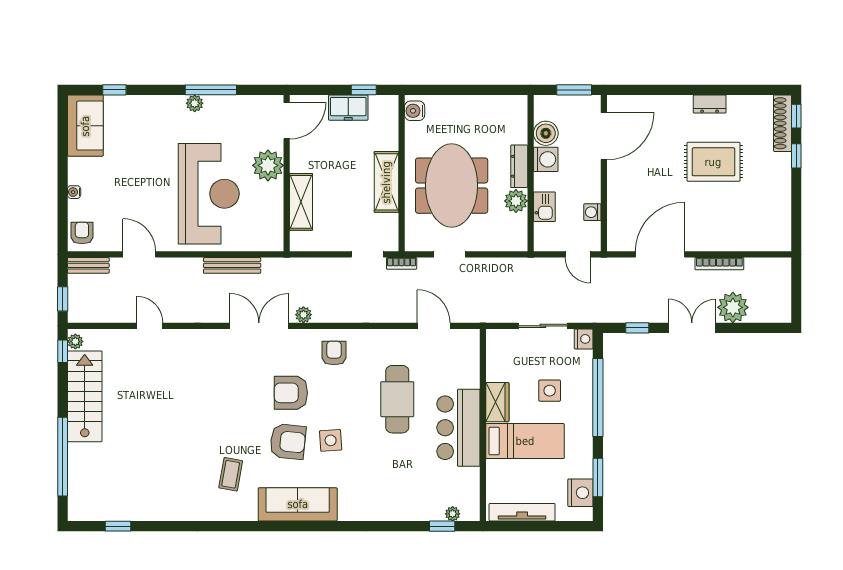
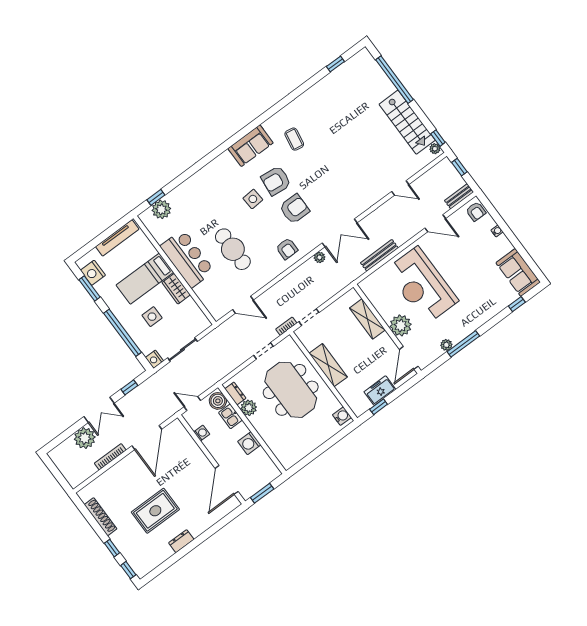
plant: (195, 103) -> (446, 345), moved
shoe rack: (783, 123) -> (100, 517), moved
boiler: (546, 133) -> (218, 401), moved
dresser: (519, 166) -> (235, 394), moved, width x0.70
sofa: (298, 504) -> (251, 146), width x0.73
plant: (453, 514) -> (161, 209), width x1.88, depth x1.88

